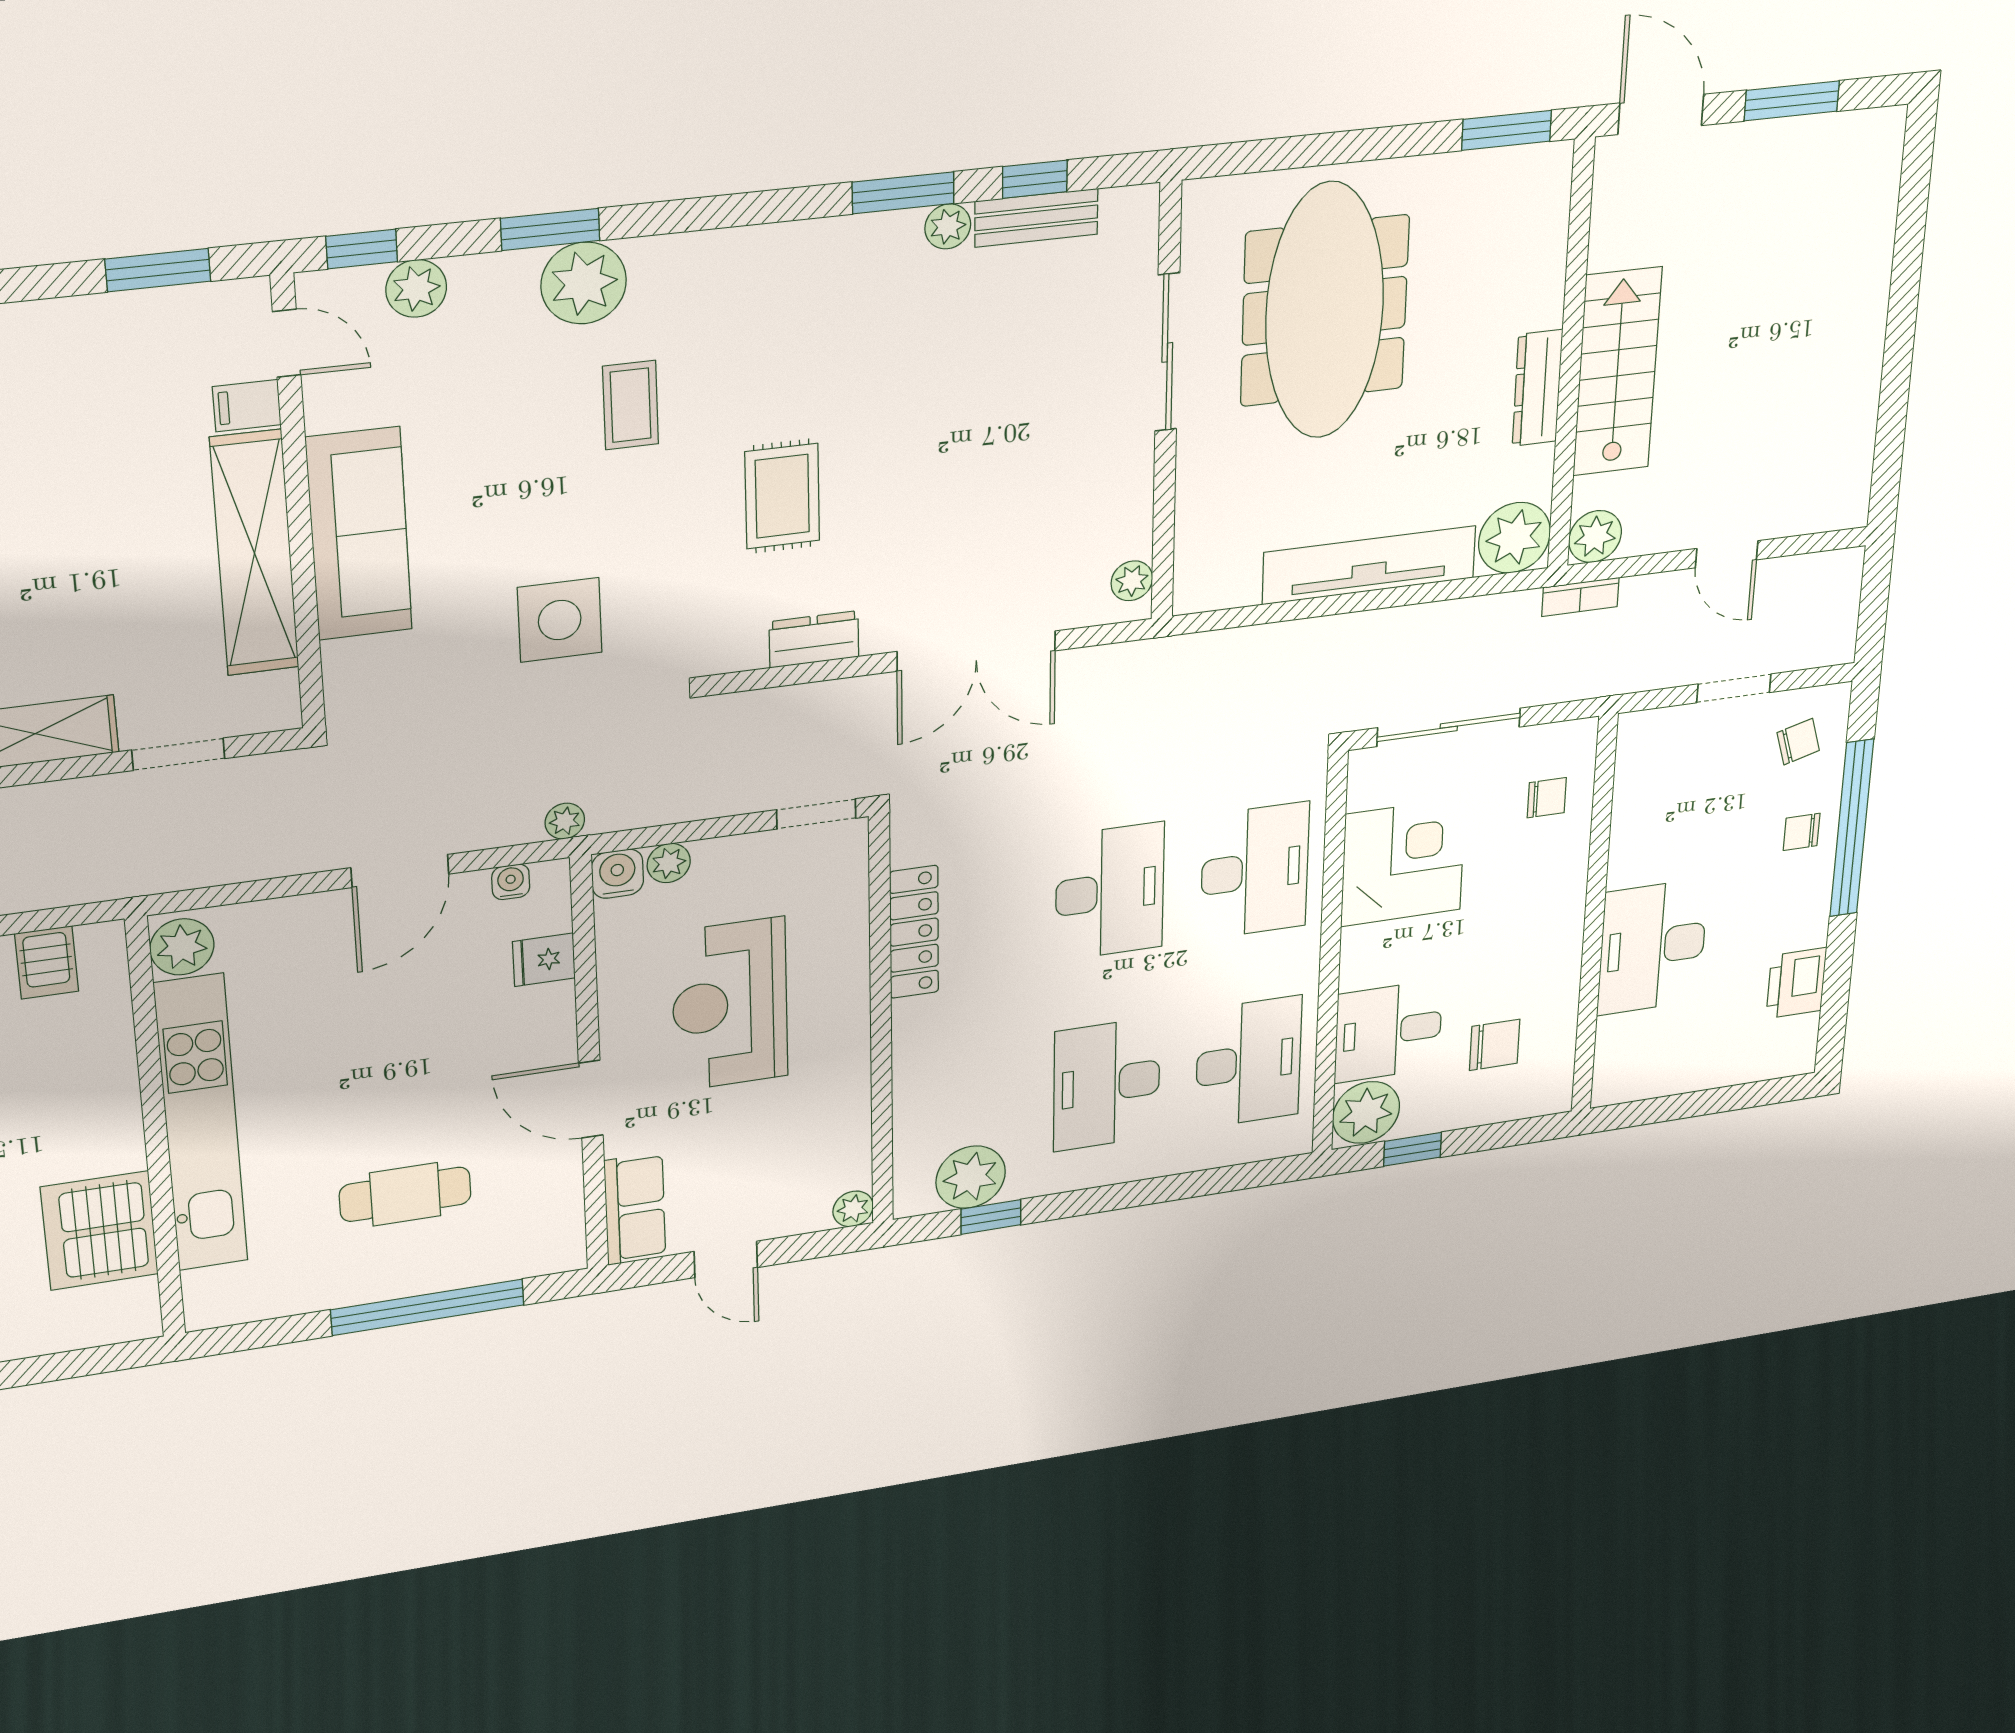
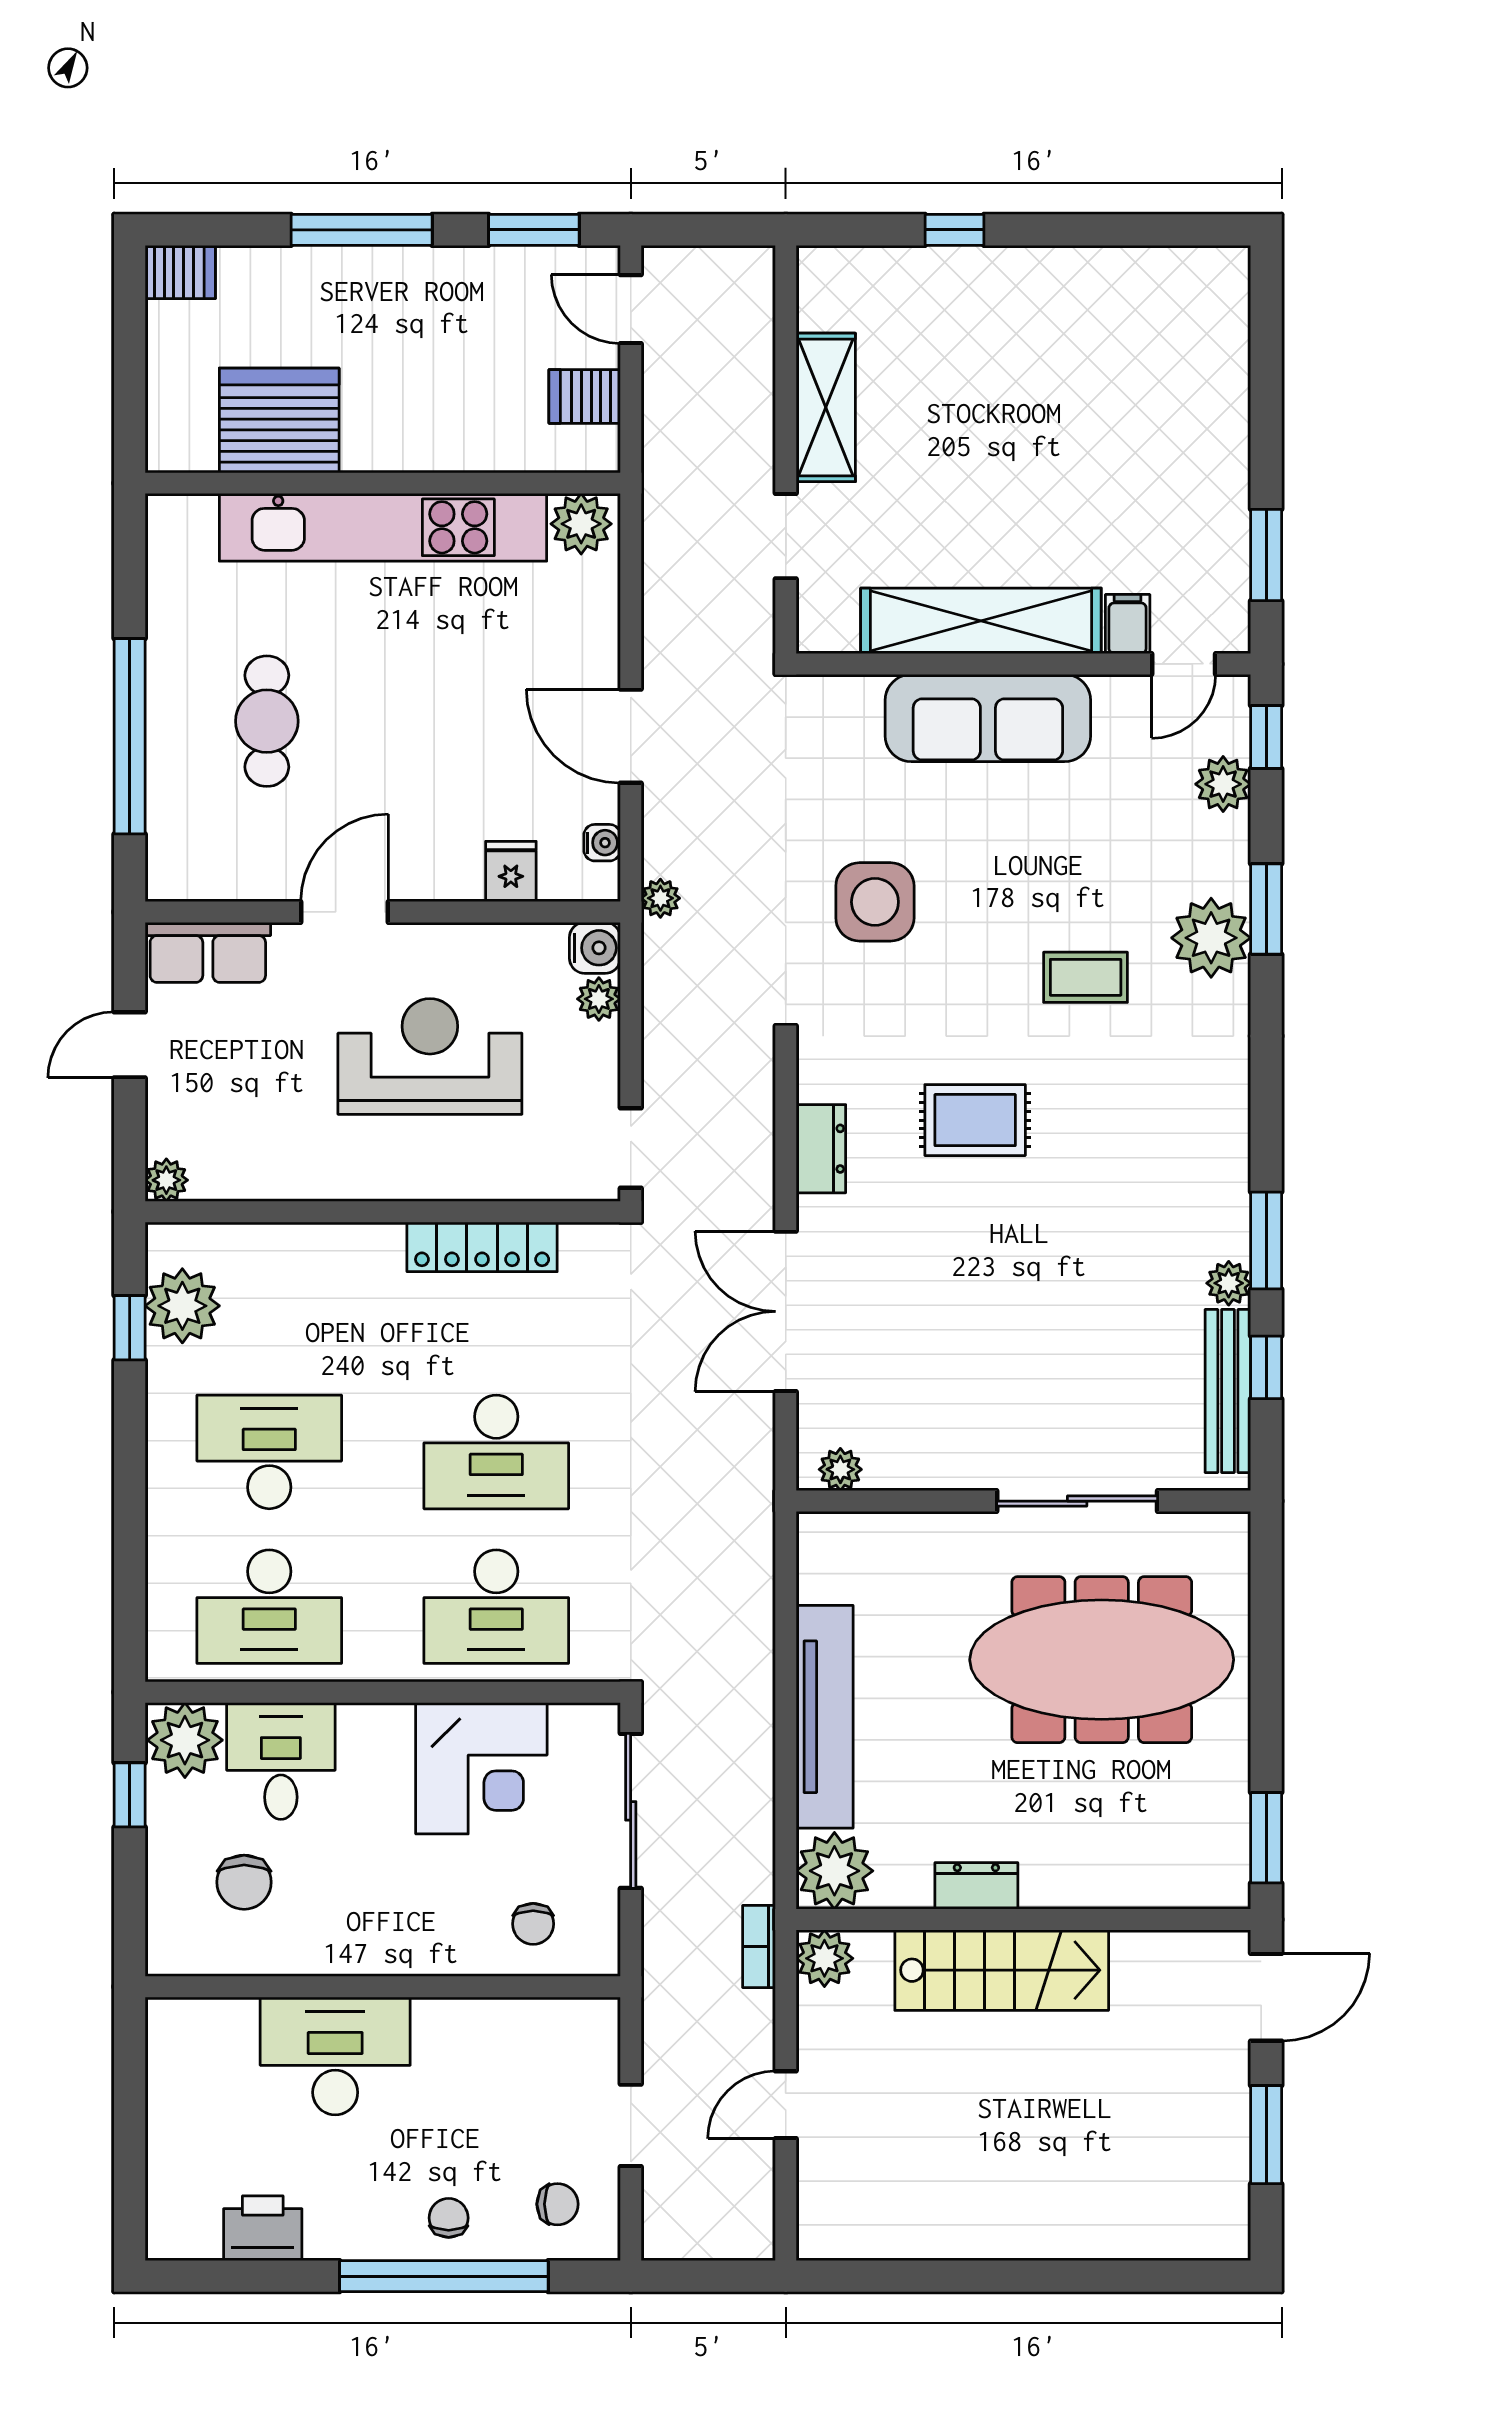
bench: (1036, 218) -> (1228, 1391), width x1.36
dresser: (1537, 388) -> (976, 1886), width x0.70
chair: (1798, 742) -> (557, 2204), turned -74

